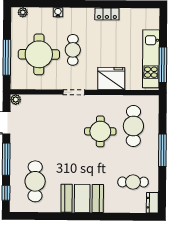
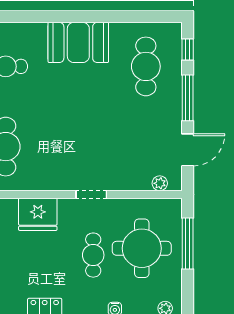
plant: (16, 100) -> (160, 183), moved
round table: (100, 131) -> (53, 139), removed

